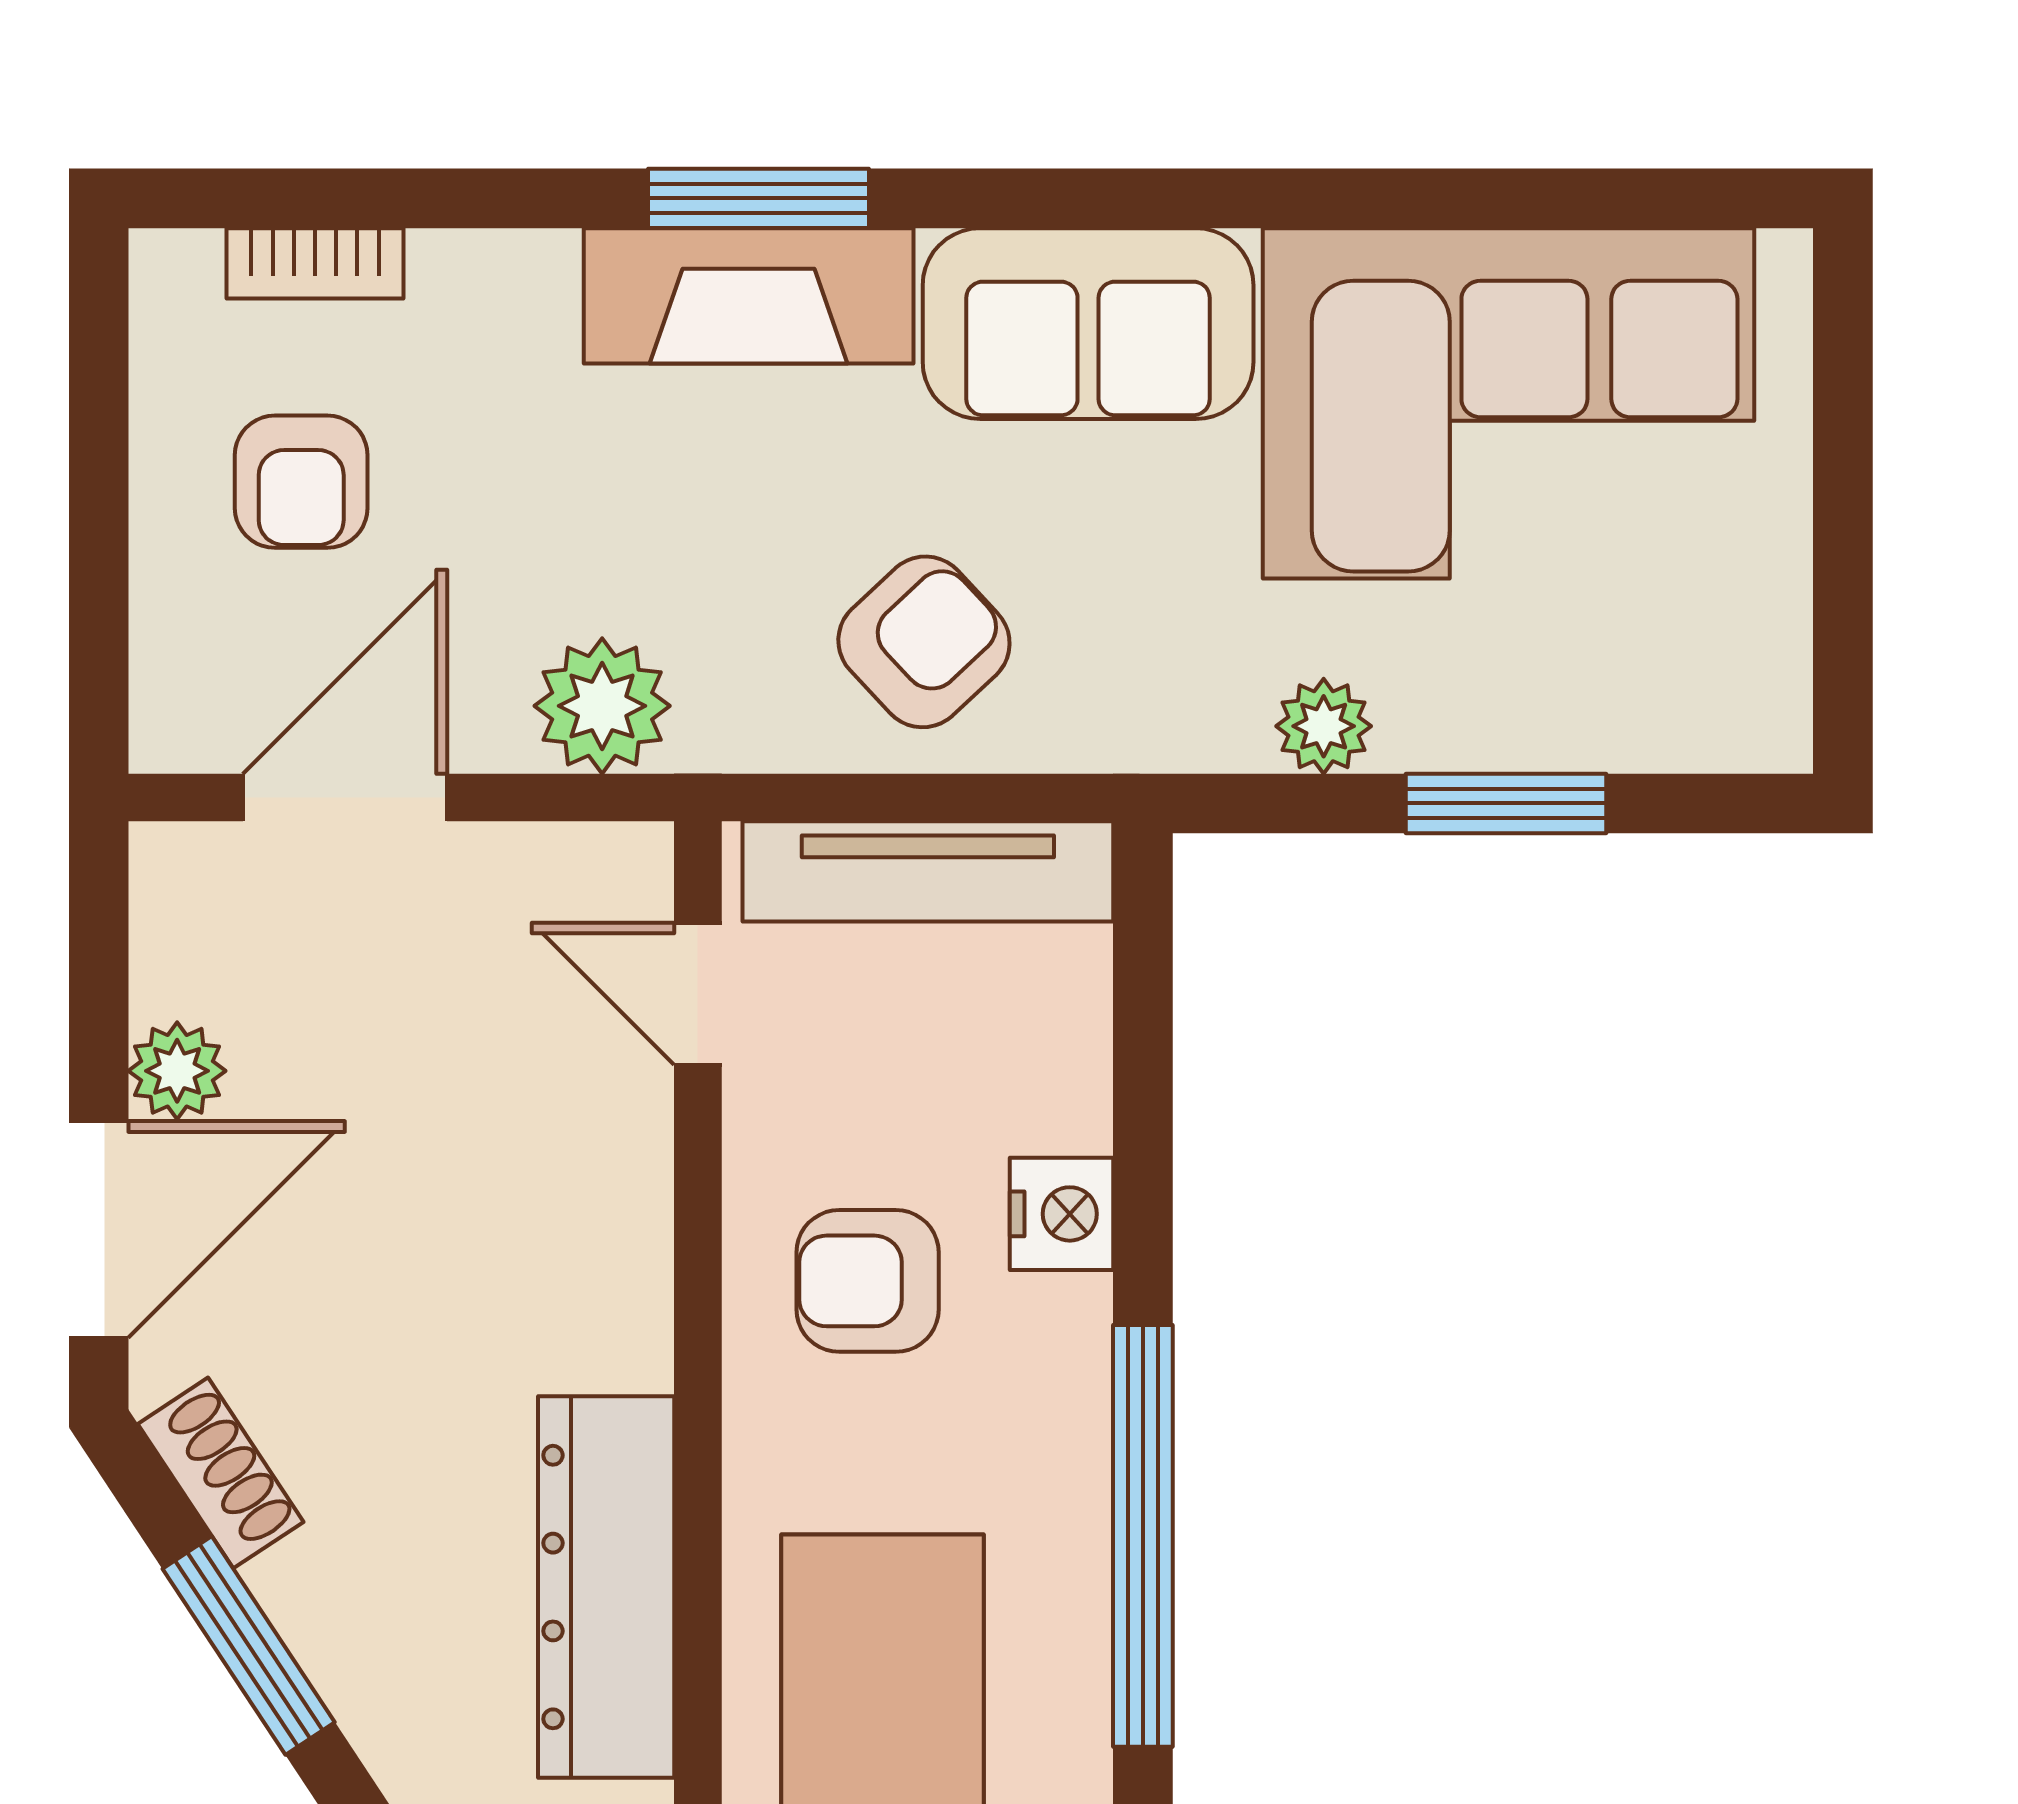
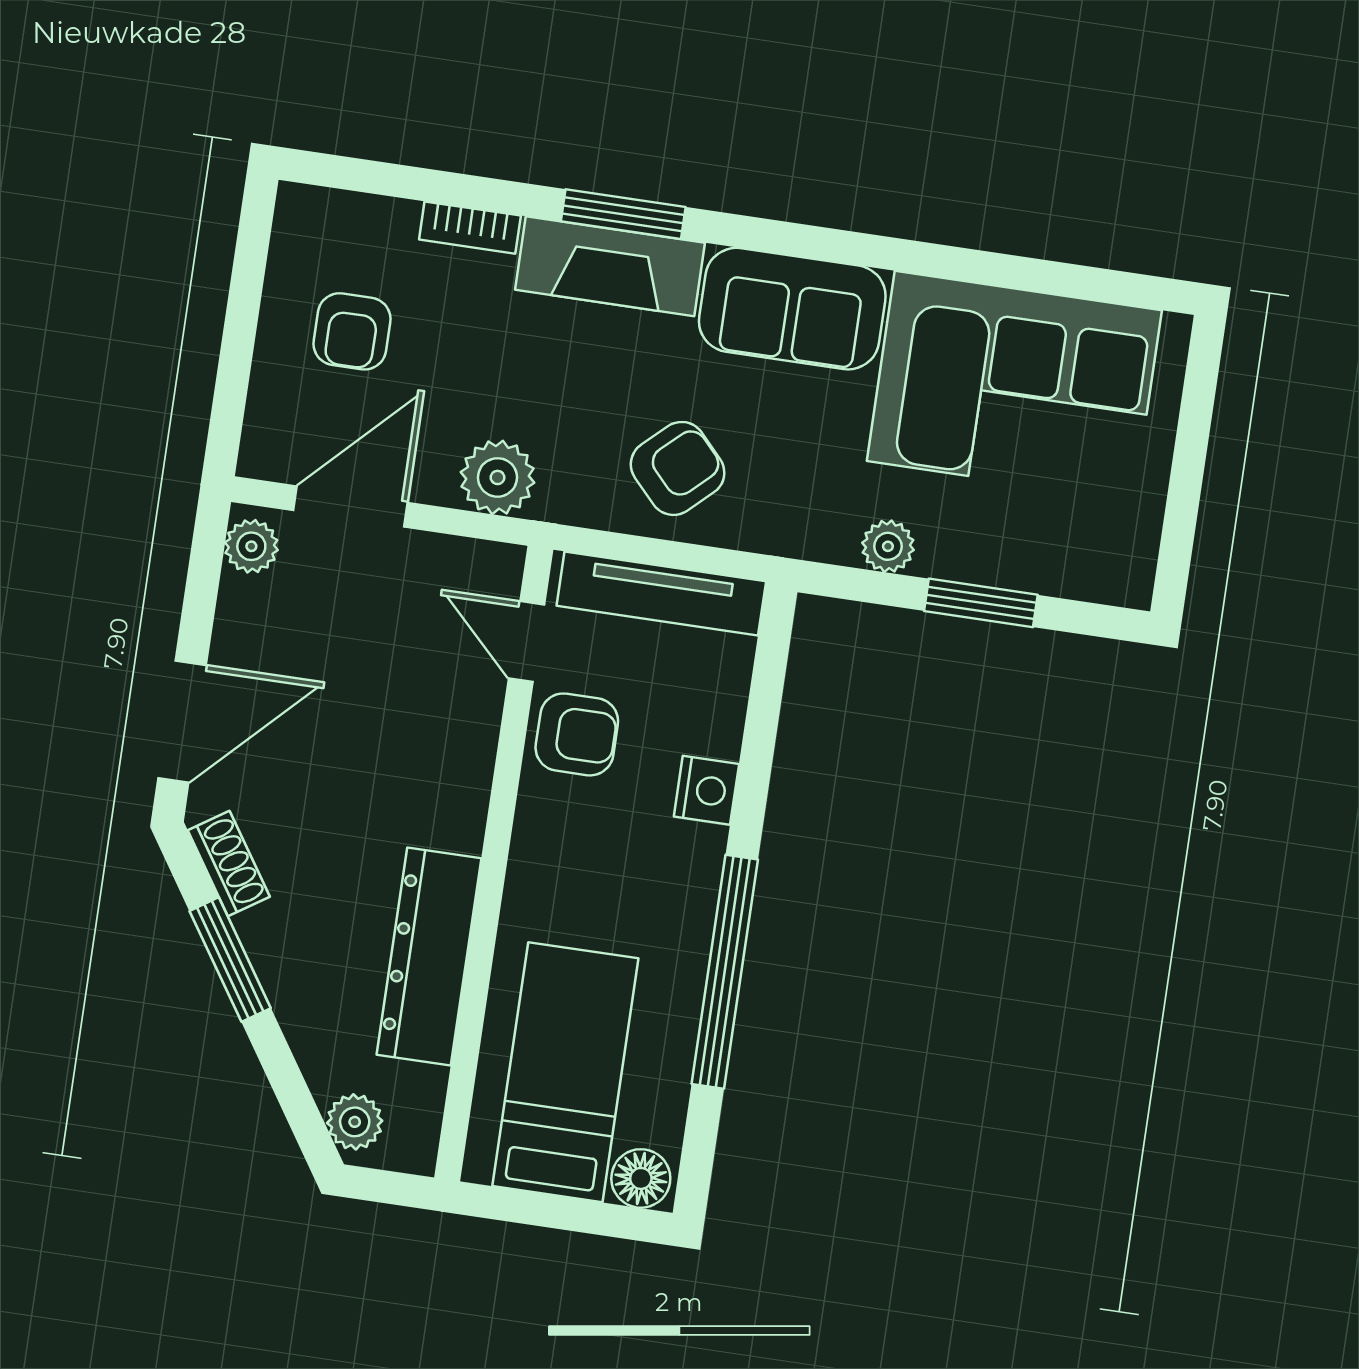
bookcase: (315, 263) -> (470, 228), moved
plant: (177, 1071) -> (251, 546), moved
armchair: (868, 1281) -> (577, 734), moved, turned 180

